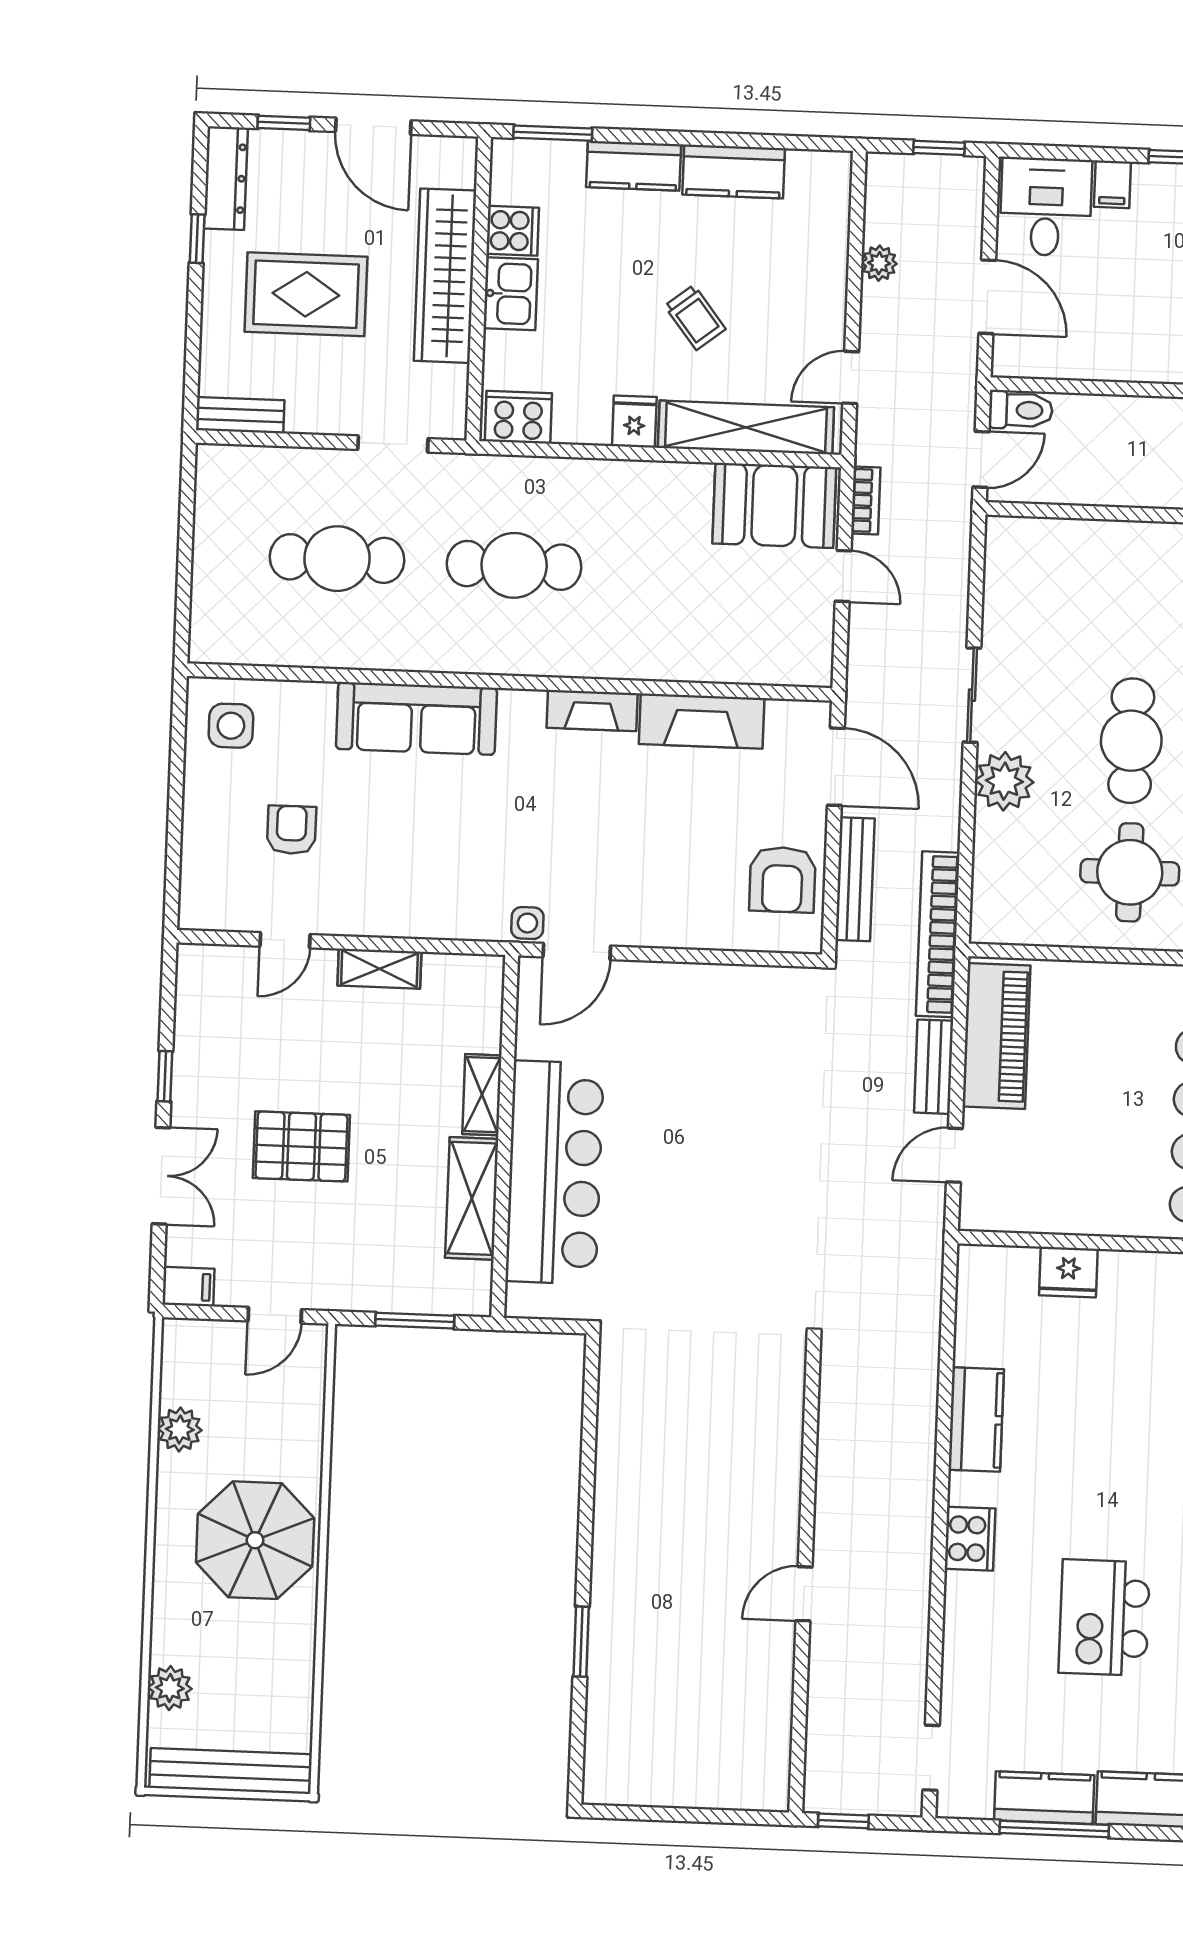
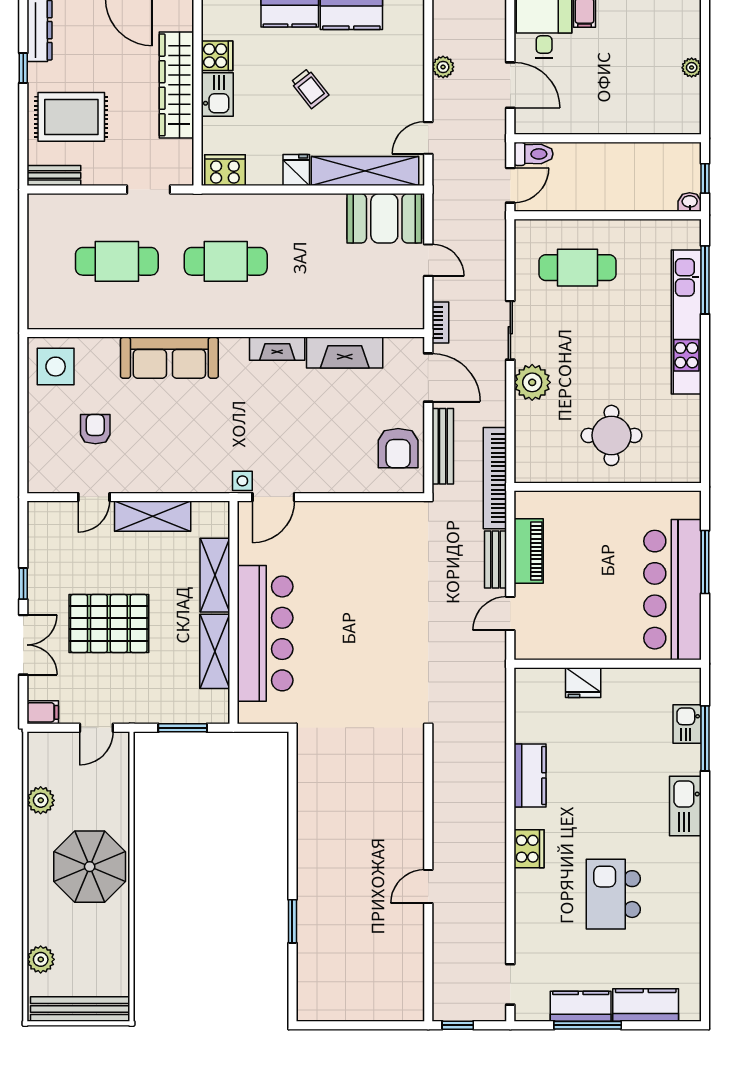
rug: (306, 294) -> (71, 117), moved
trolley: (695, 317) -> (310, 89), moved
bookcase: (866, 500) -> (440, 323), moved
side table: (231, 726) -> (56, 367), width x1.37, depth x1.37
cafe table: (1131, 741) -> (578, 268), moved, turned 90
shelving: (379, 969) -> (153, 516), width x1.50, depth x1.33
piano: (996, 1036) -> (529, 551), width x0.73, depth x0.75
shelving: (482, 1095) -> (215, 575), width x1.50, depth x1.33
pallet: (301, 1146) -> (109, 623), width x1.37, depth x1.41

